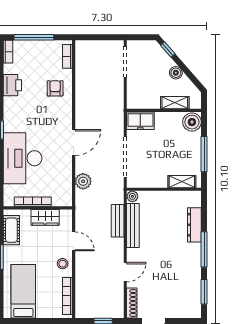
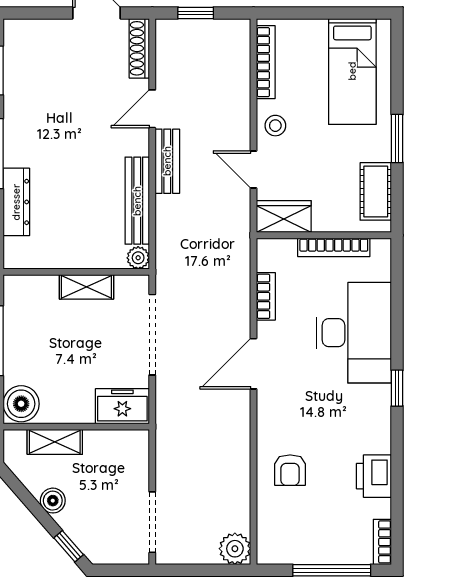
bookcase: (67, 56) -> (266, 296), moved
plant: (83, 181) -> (235, 549), moved
shelving: (182, 182) -> (86, 287), moved
wardrobe: (45, 217) -> (284, 217), moved
bench: (118, 221) -> (167, 161), moved

